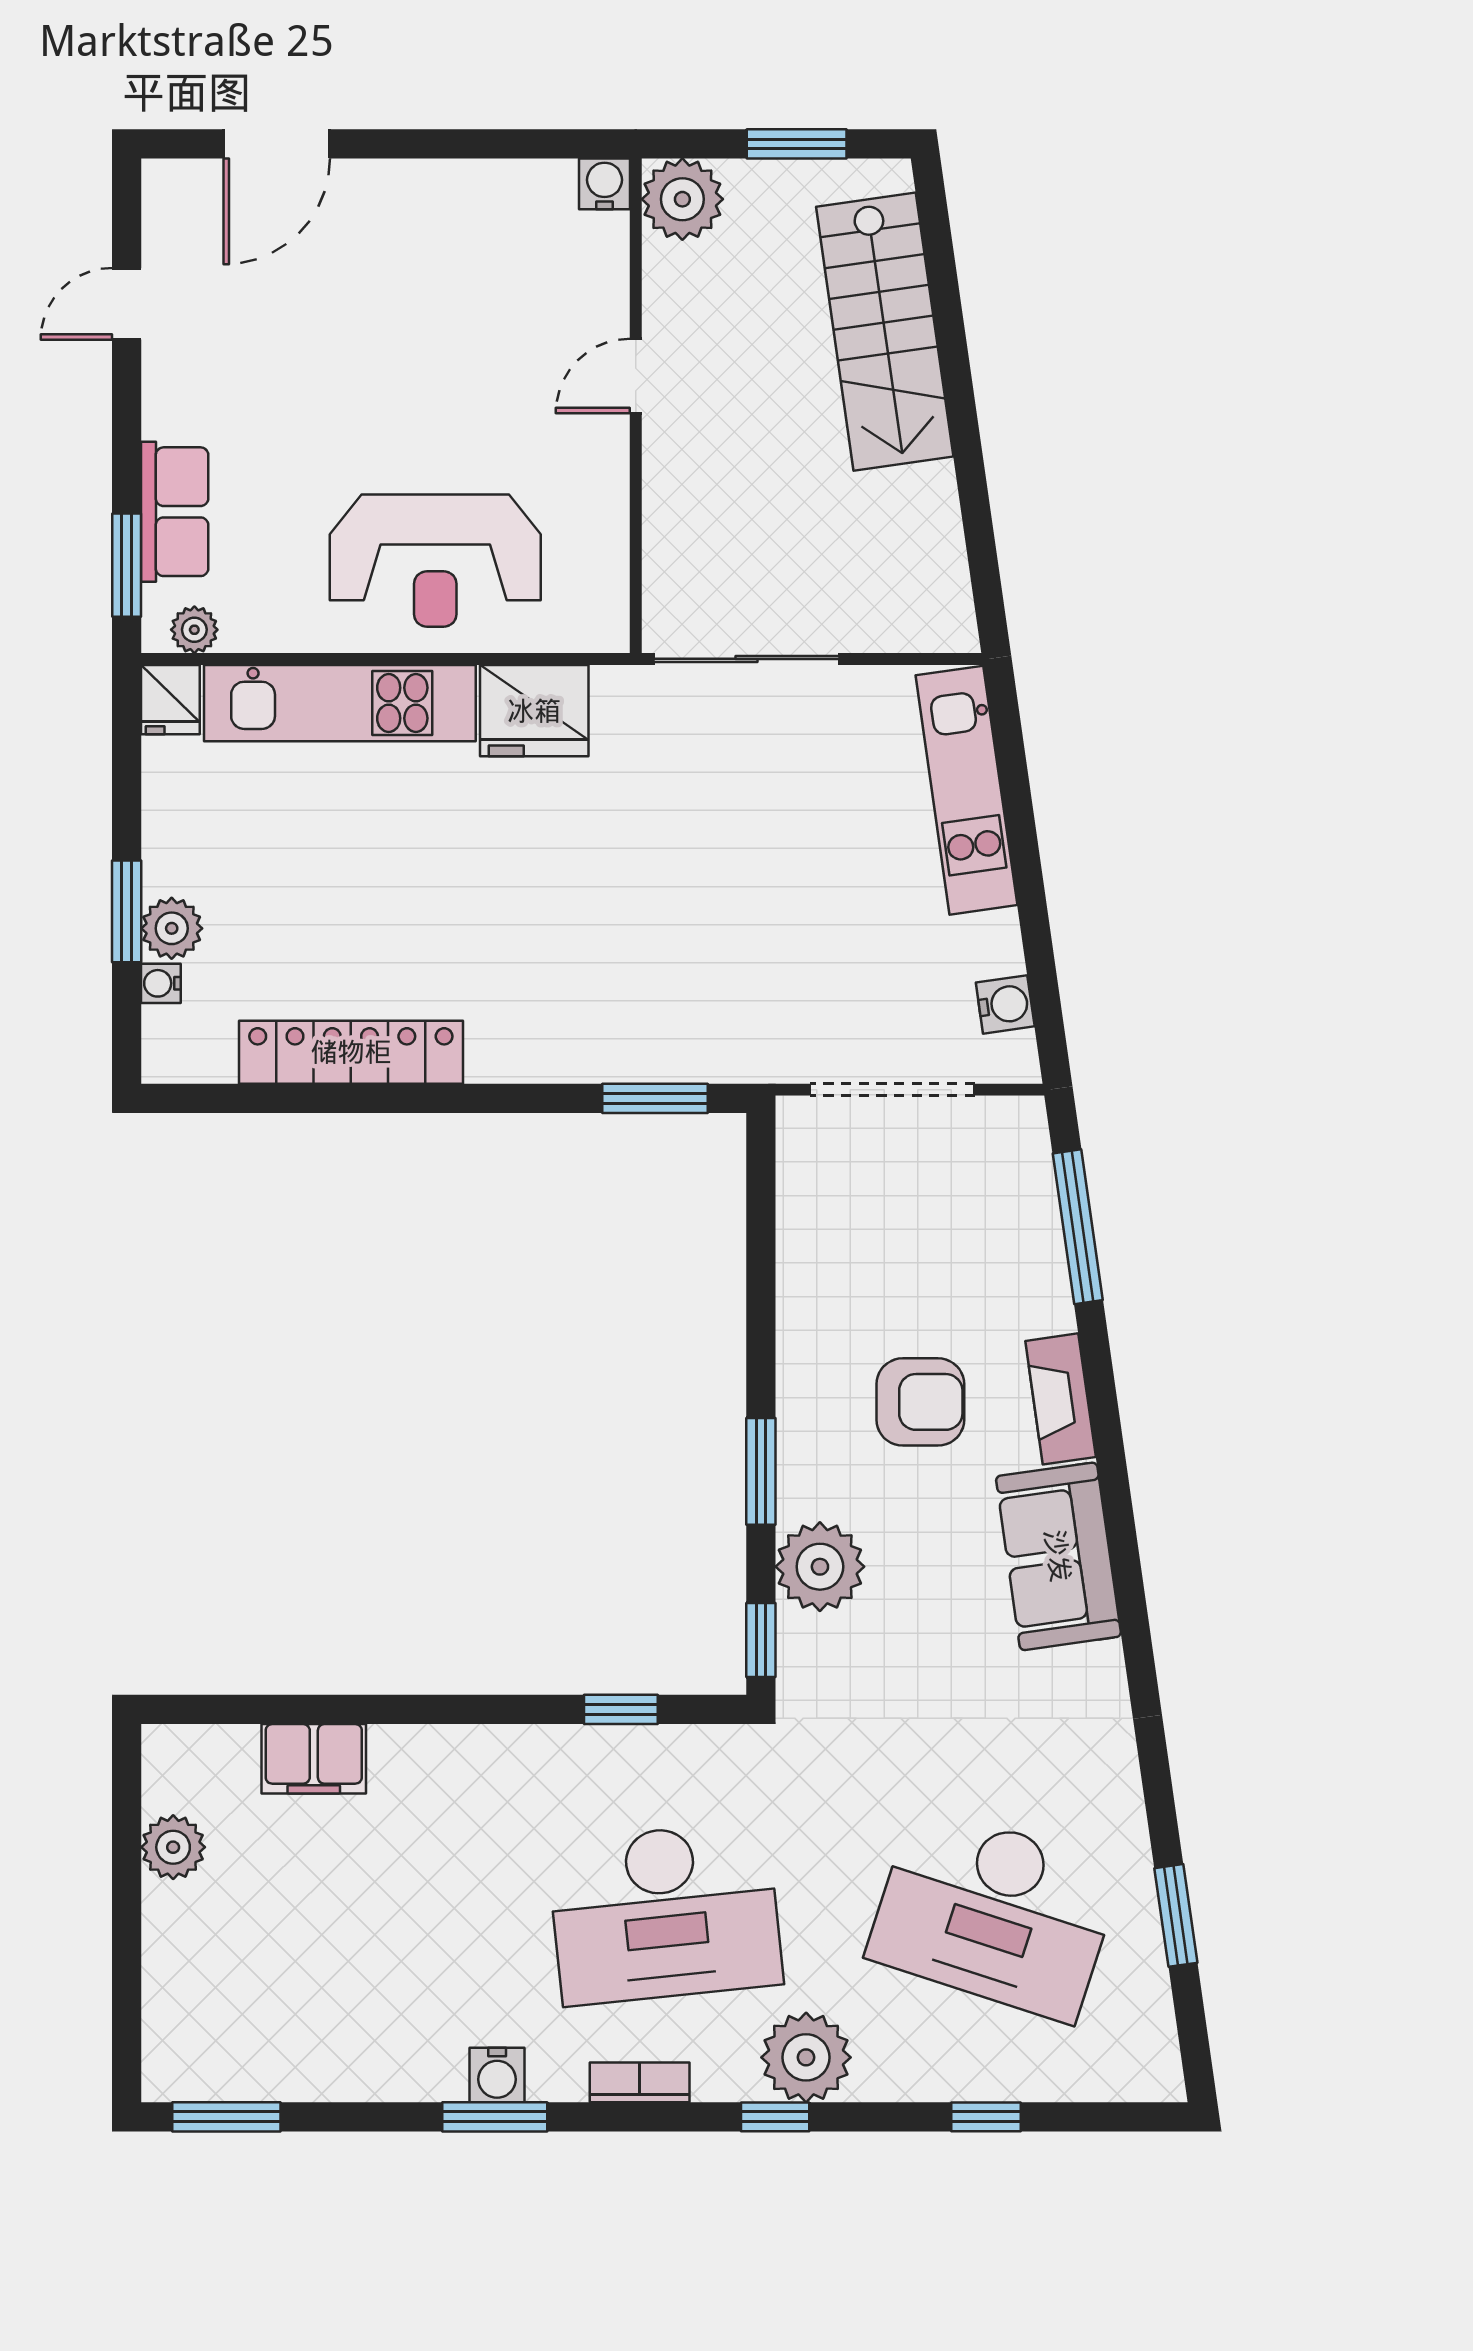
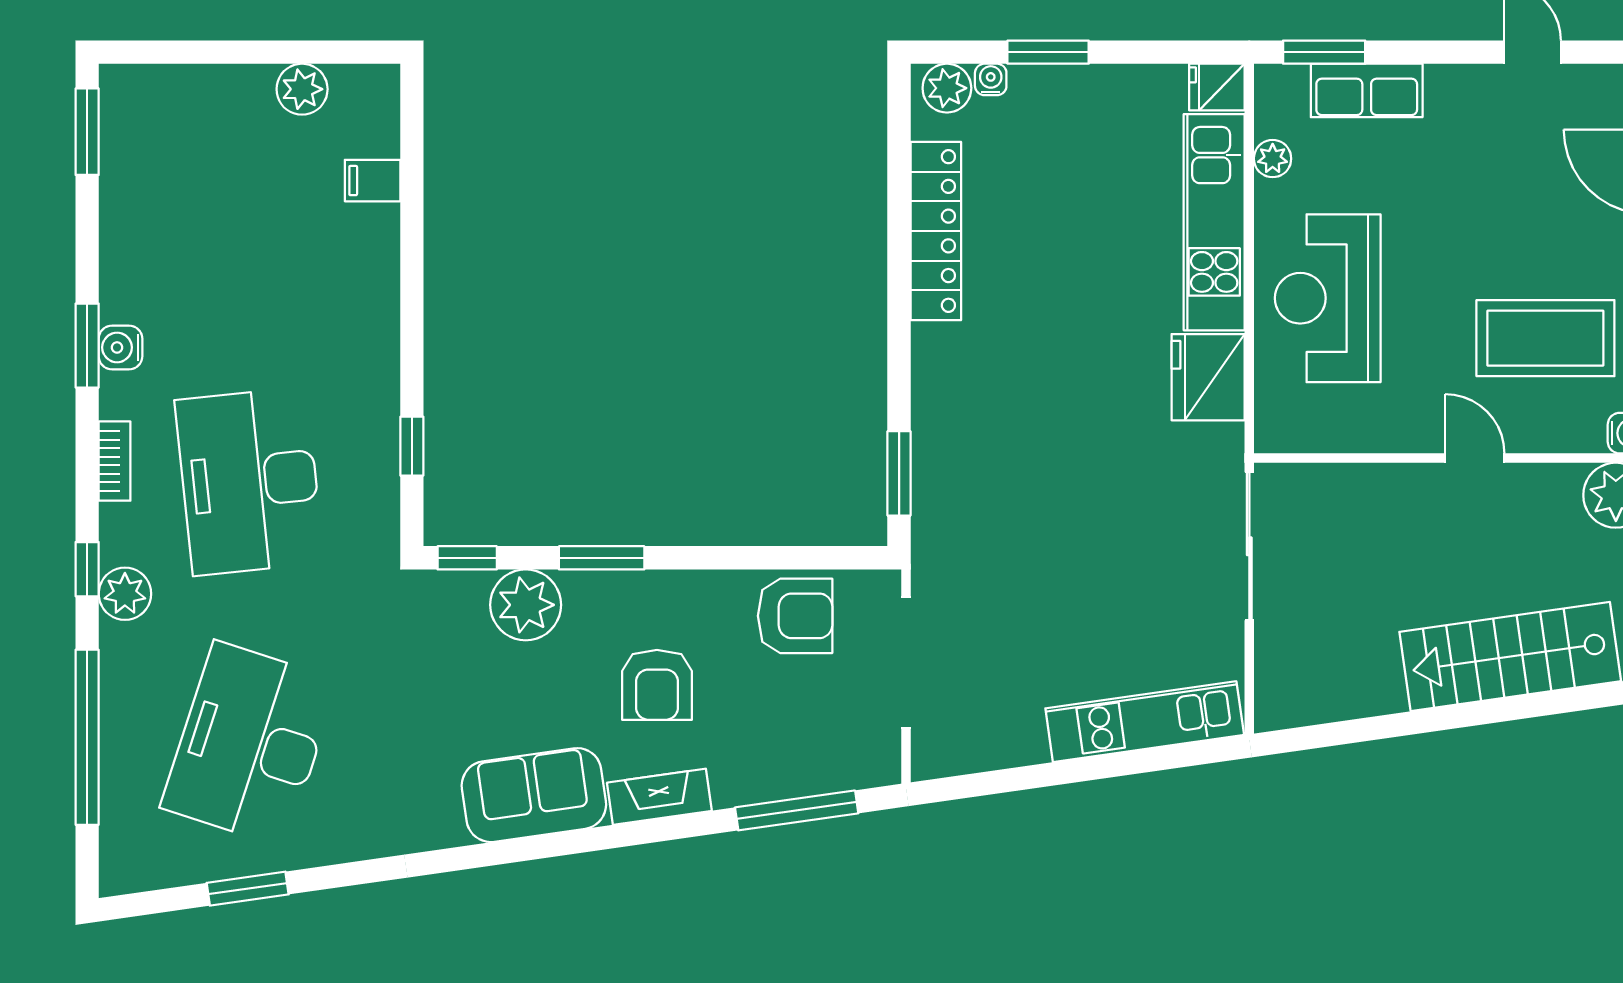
coffee table: (485, 287) -> (1545, 338), added
plant: (194, 630) -> (1273, 159), moved
plant: (172, 928) -> (947, 88), moved
water cooler: (1005, 1004) -> (974, 753), removed
armchair: (834, 1229) -> (795, 616), added
filing cabinet: (314, 1759) -> (373, 181), width x0.50
plant: (806, 2057) -> (125, 594), width x0.73, depth x0.73
window: (986, 2117) -> (87, 737), width x3.17

